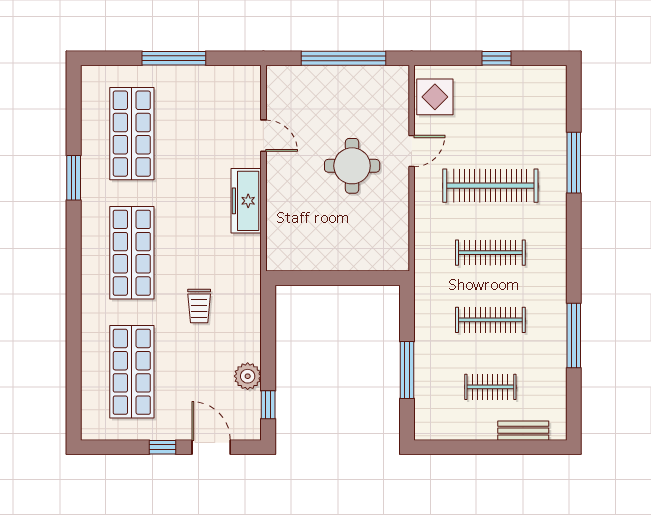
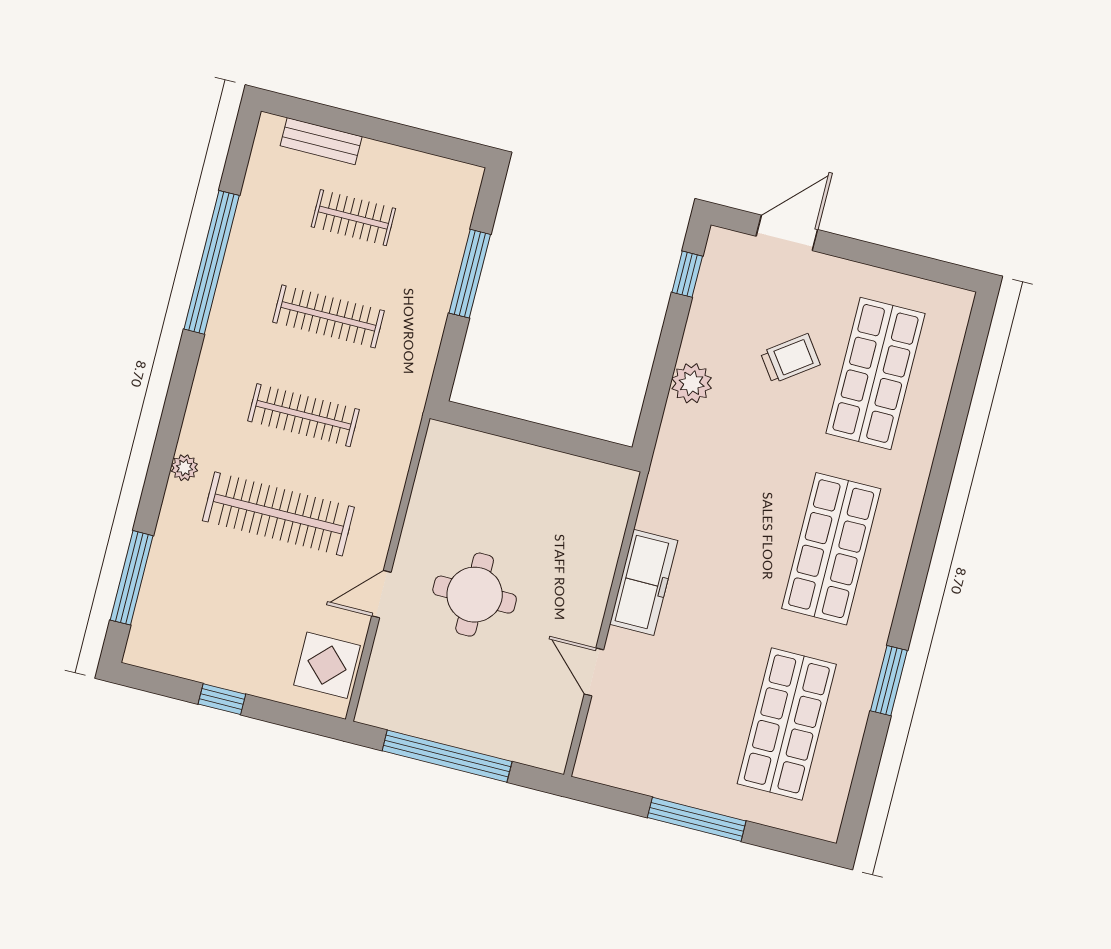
window: (574, 163) -> (132, 578), moved
plant: (558, 200) -> (184, 468), added
trolley: (199, 306) -> (790, 359), moved, turned 54
window: (574, 335) -> (212, 262), width x1.46
plant: (248, 376) -> (692, 383), moved
window: (163, 447) -> (858, 251), removed
door: (211, 447) -> (787, 233), swing flipped

